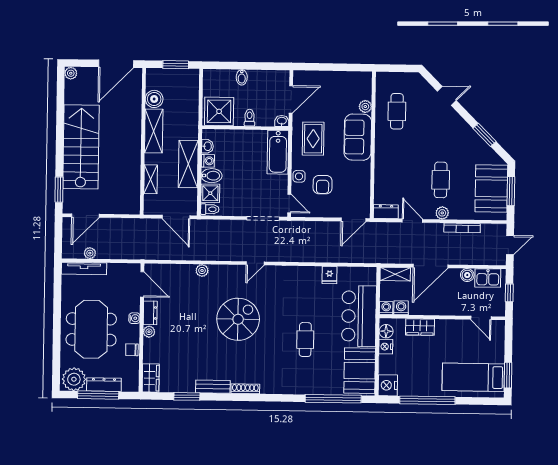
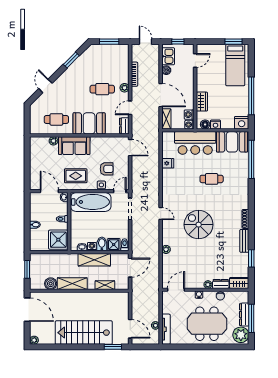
bathtub: (278, 152) -> (91, 202), width x1.36, depth x1.36
booth: (491, 188) -> (89, 123), moved
dresser: (150, 313) -> (221, 284), moved

